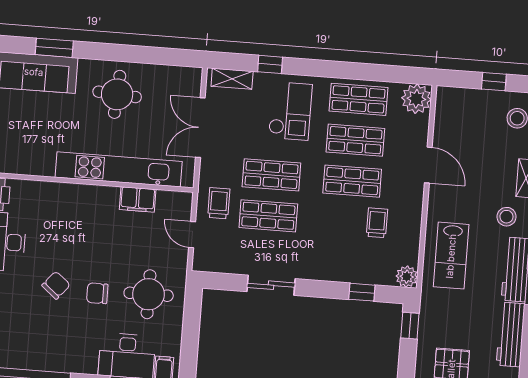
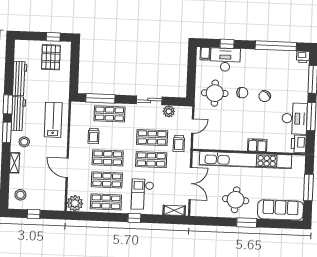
window: (54, 48) -> (247, 223), moved
window: (270, 64) -> (134, 218), moved
kitchen unit: (119, 169) -> (246, 160), width x1.36
filing cabinet: (138, 199) -> (257, 145), moved
door: (192, 235) -> (193, 126), hinge flipped
shop shelf: (346, 263) -> (109, 114), added
plant: (407, 277) -> (169, 111), moved
window: (362, 292) -> (100, 98), width x2.17
window: (410, 326) -> (74, 81), removed

